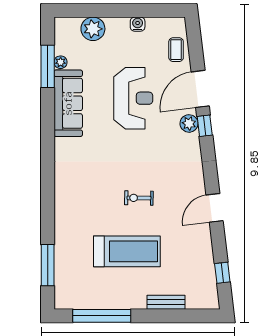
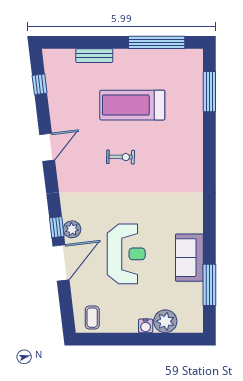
water cooler: (138, 24) -> (146, 326), moved
coffee table: (176, 50) -> (92, 318), moved
plant: (61, 62) -> (197, 289), removed
reception desk: (133, 98) -> (126, 254), turned 180
sofa: (68, 103) -> (189, 258), width x0.73

